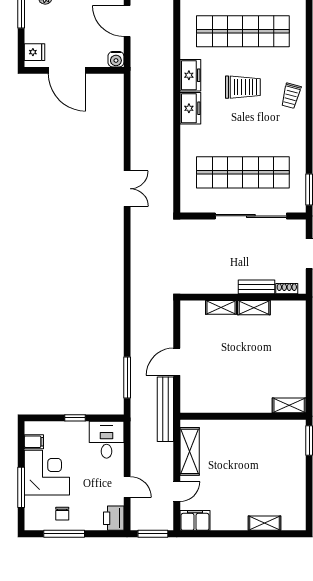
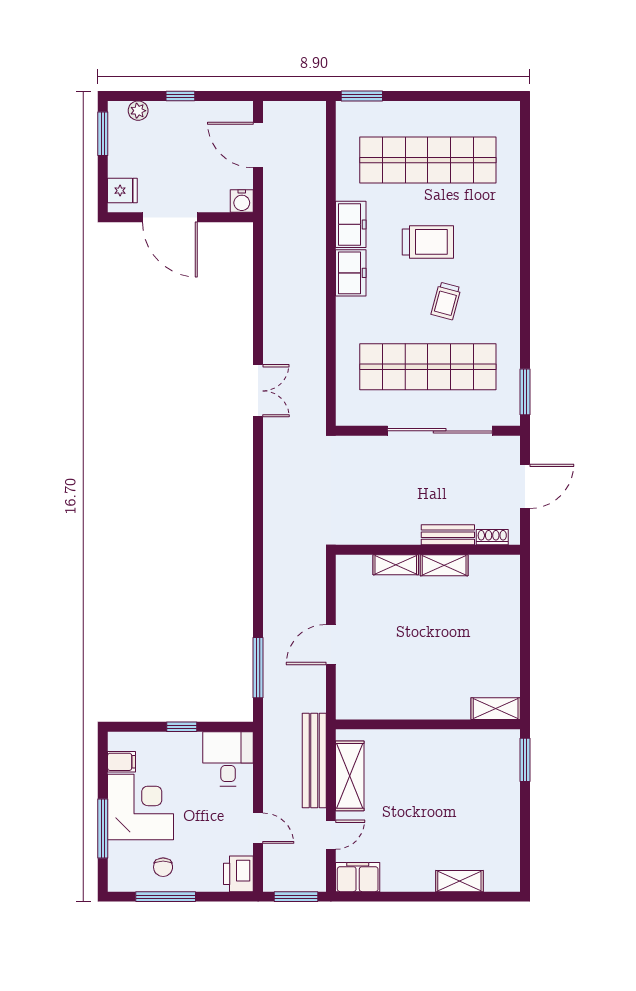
trolley: (291, 96) -> (446, 301), moved
bench: (165, 409) -> (314, 761), moved

